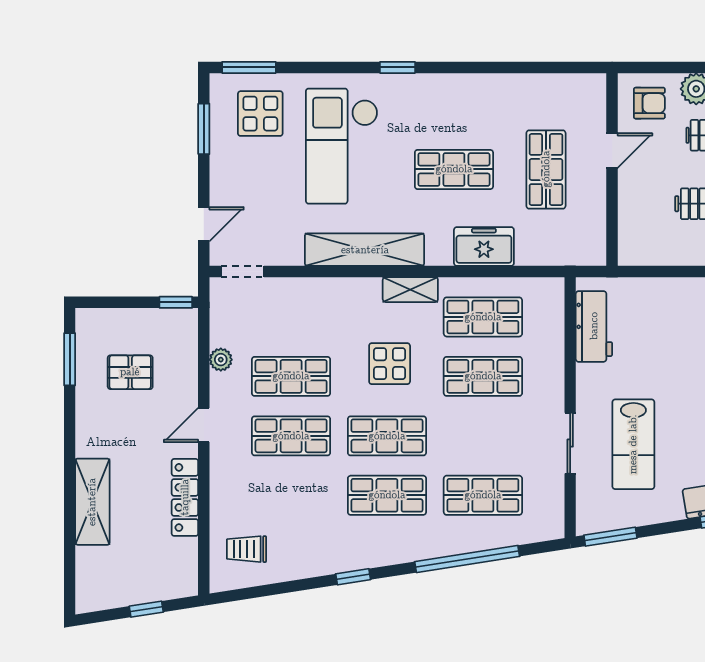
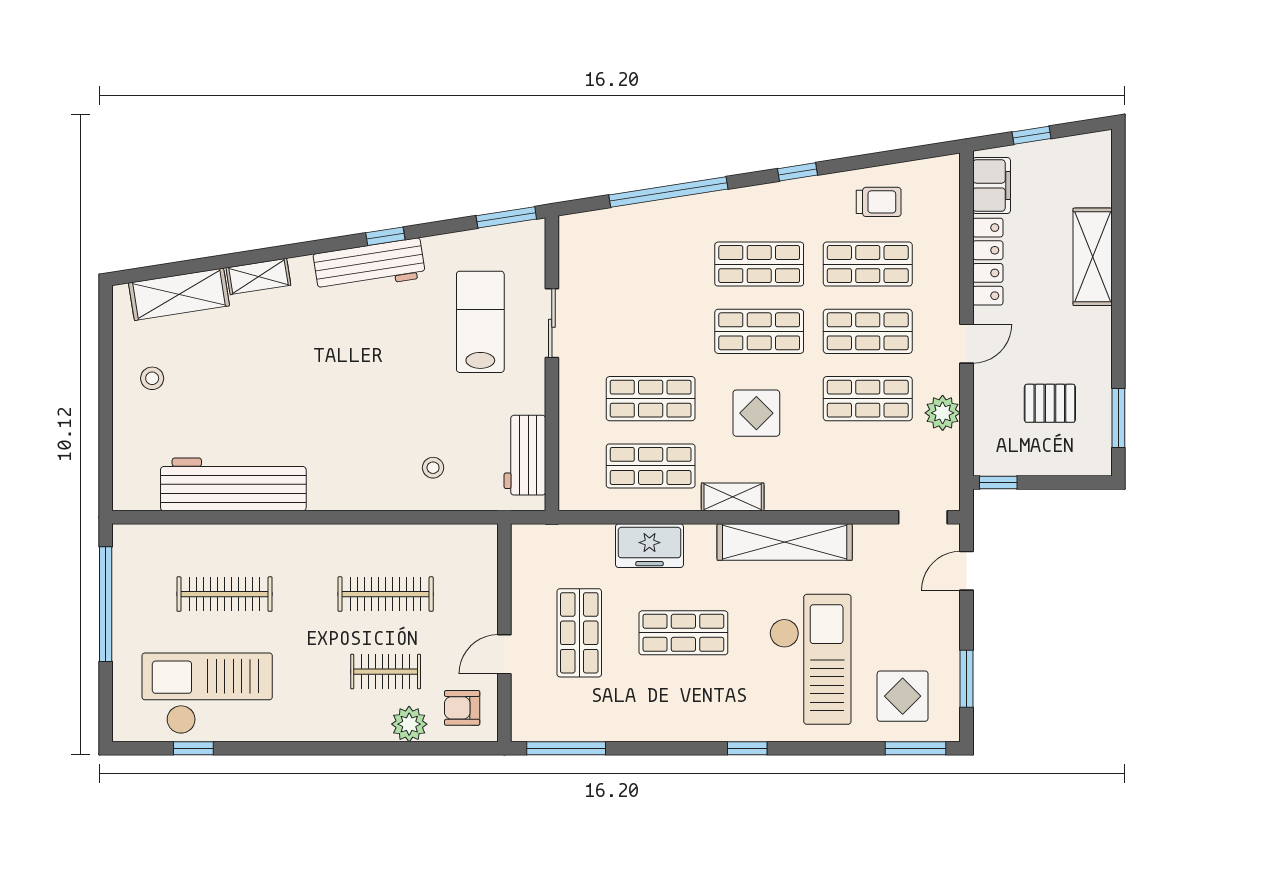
window: (558, 67) -> (566, 748), added
stool: (675, 315) -> (433, 468), added
plant: (221, 360) -> (943, 413), width x1.38, depth x1.38
shop shelf: (483, 495) -> (868, 264), moved
trolley: (247, 549) -> (879, 202), moved
filing cabinet: (182, 565) -> (992, 186), added

